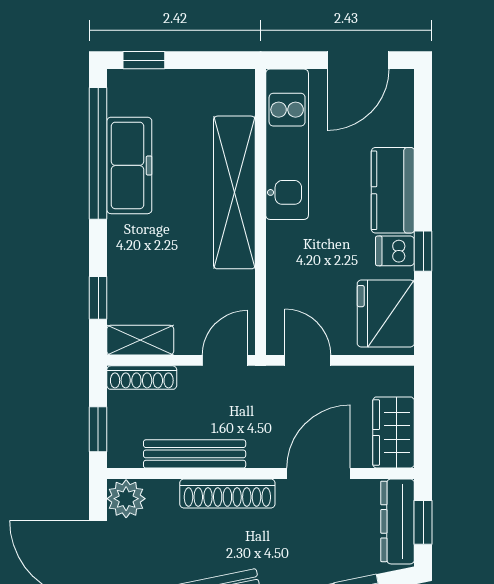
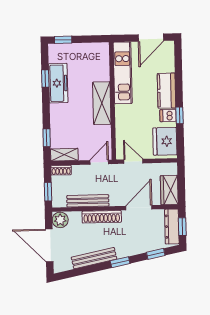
window: (98, 153) -> (45, 78), width x0.32
shelving: (234, 192) -> (102, 103), width x0.68
shoe rack: (142, 378) -> (61, 170), width x0.70

